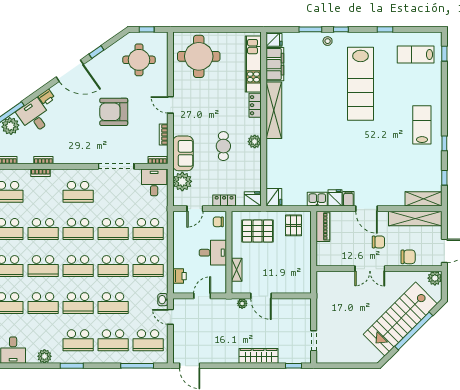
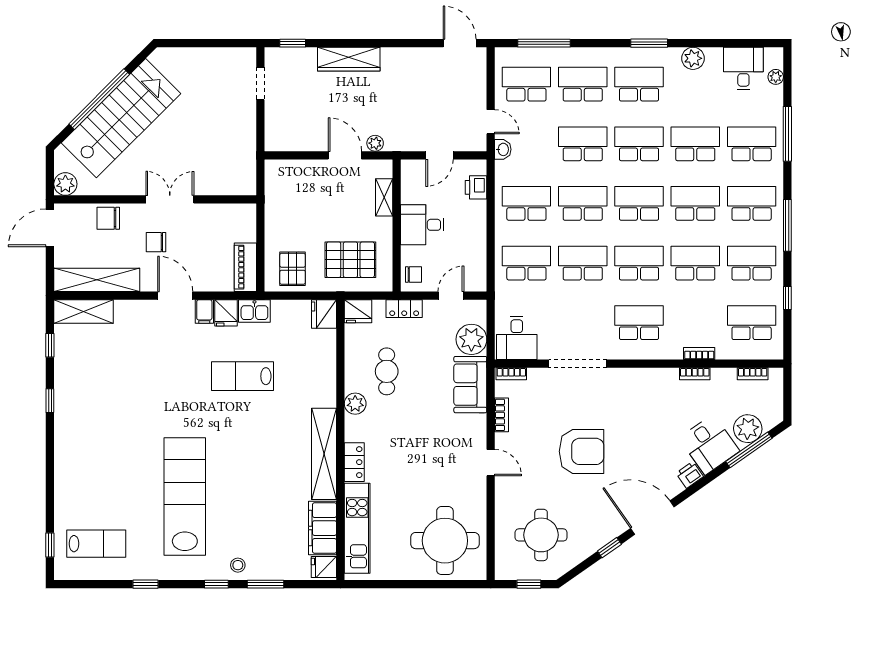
lab bench: (422, 125) -> (242, 376), moved, turned 90
cafe table: (223, 146) -> (387, 371), moved

